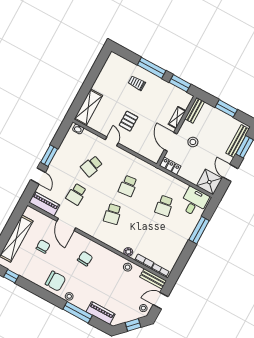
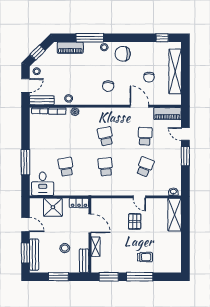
stool: (193, 142) -> (65, 248), moved
shower: (209, 182) -> (53, 207), moved

